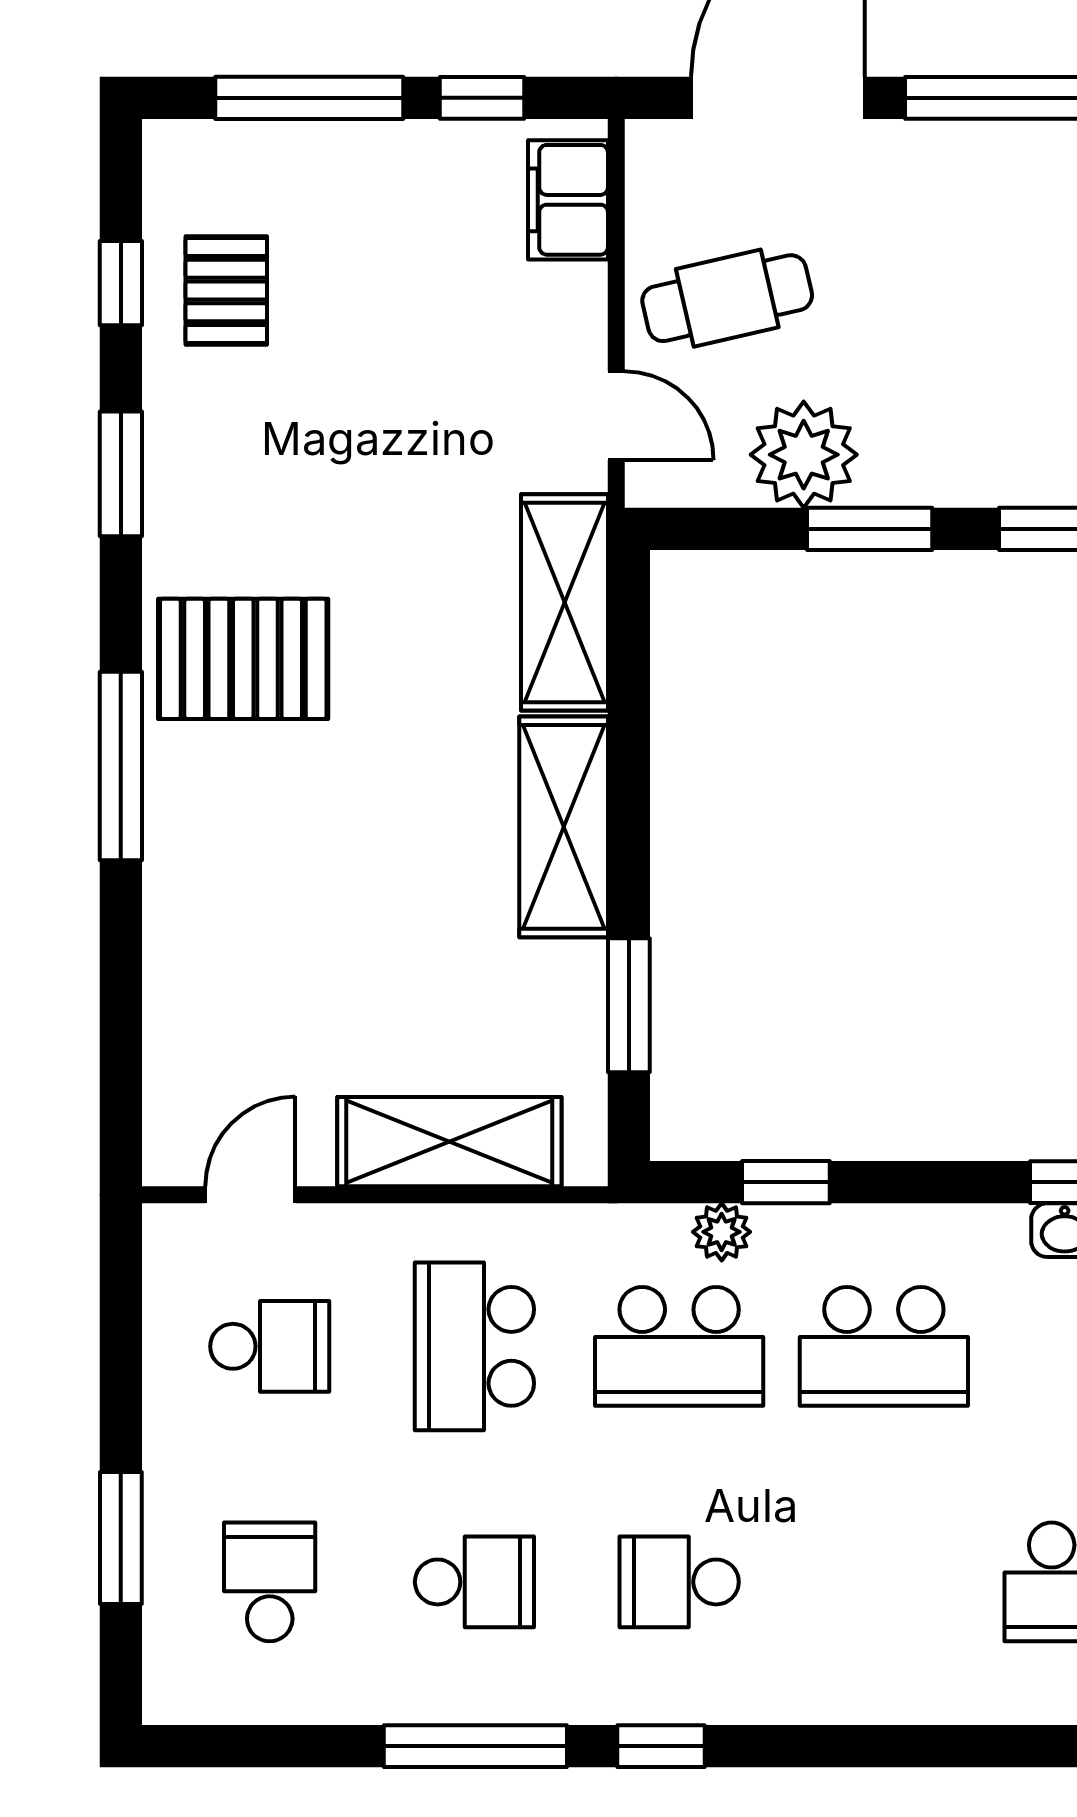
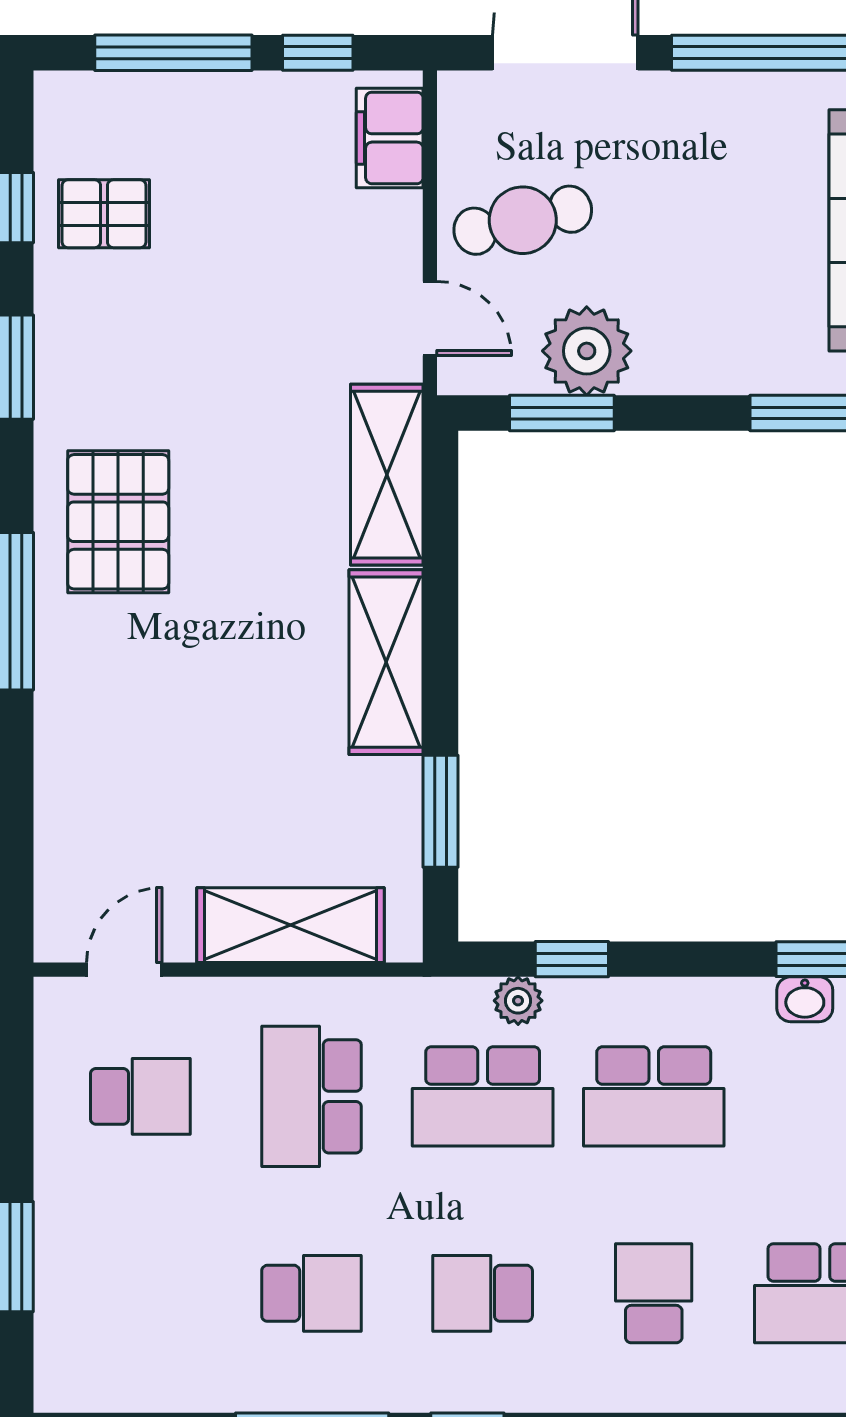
pallet: (226, 290) -> (104, 214), turned 90
window: (870, 529) -> (562, 413), moved
pallet: (243, 659) -> (118, 522), turned 90
school desk: (270, 1582) -> (654, 1293), moved

